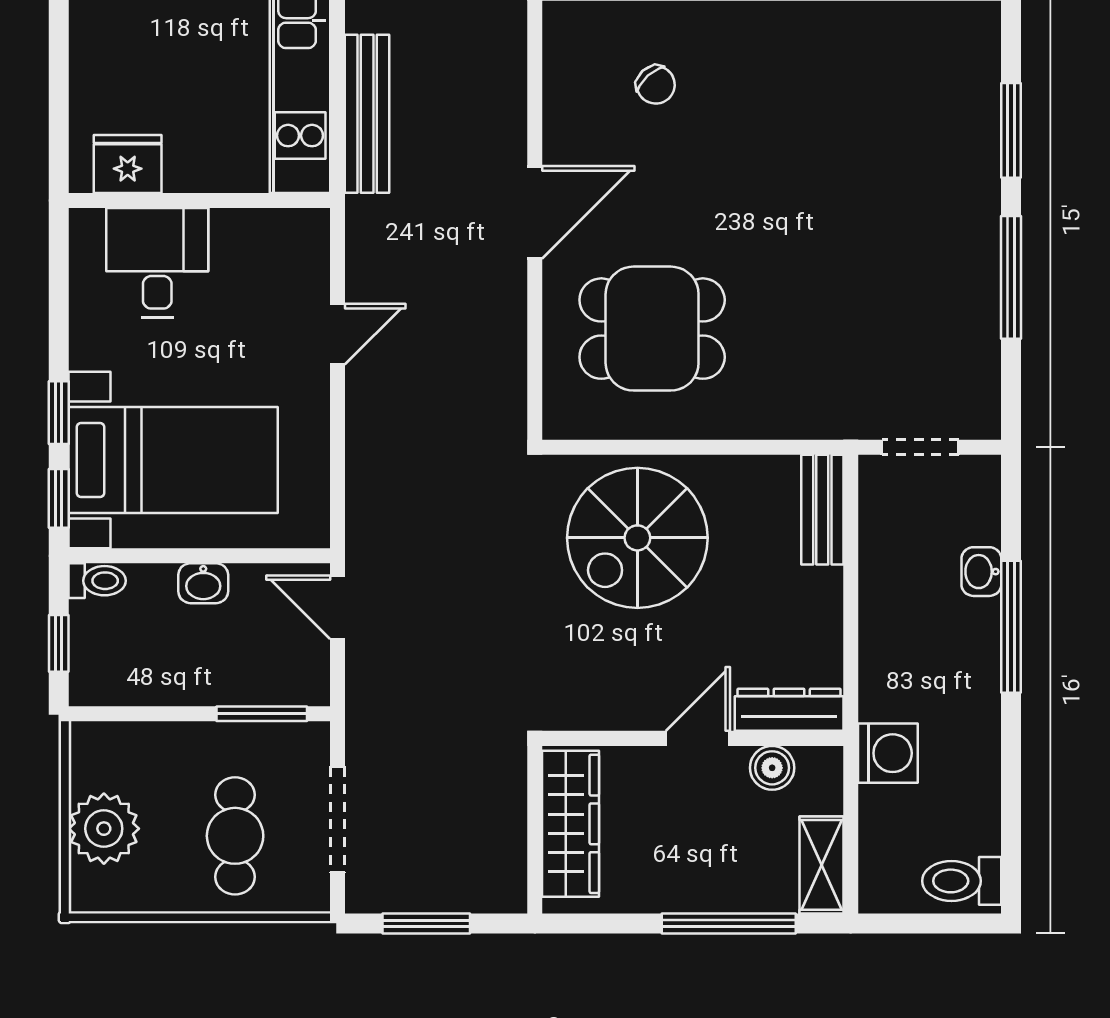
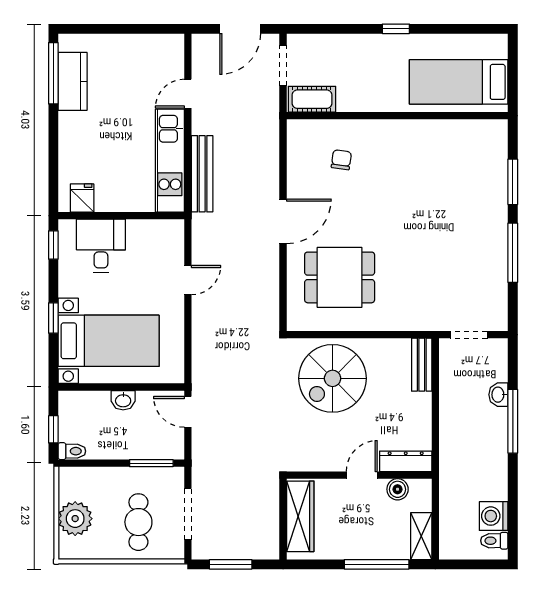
chair: (656, 85) -> (341, 160), turned -130
fridge: (128, 164) -> (82, 198), width x0.72
window: (59, 498) -> (53, 245), moved
toilet: (97, 581) -> (72, 451), moved
washing machine: (888, 753) -> (494, 516), moved, turned 180
toilet: (962, 881) -> (494, 541), width x0.73, depth x0.72

